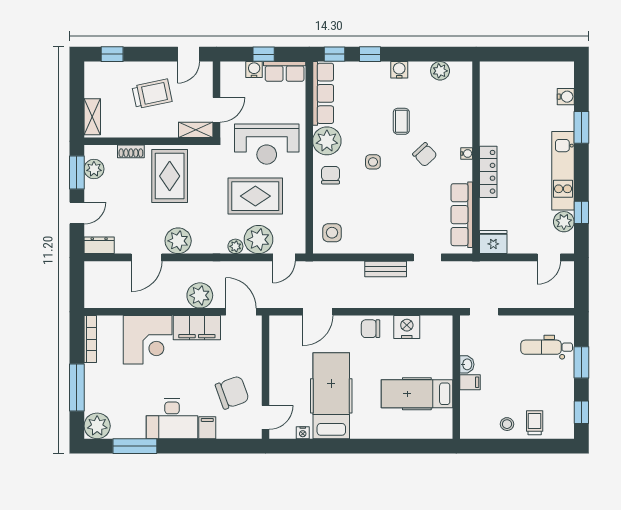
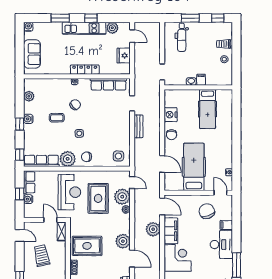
window: (370, 54) -> (20, 124), moved
sofa: (516, 76) -> (32, 54), added
water cooler: (566, 97) -> (28, 27), moved
window: (581, 212) -> (91, 18), moved
fridge: (493, 242) -> (124, 56), moved
door: (241, 312) -> (162, 206), swing flipped
hospital bed: (331, 396) -> (194, 167), moved, turned 90

